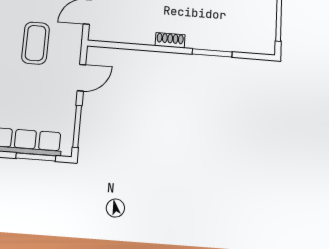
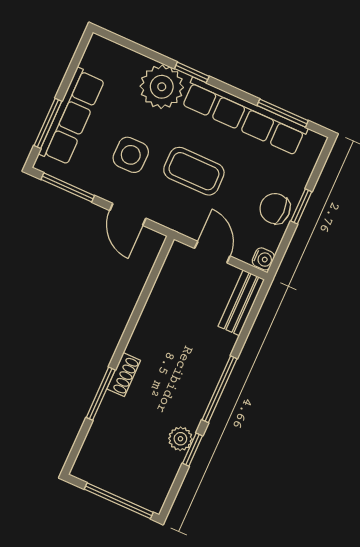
shoe rack: (170, 40) -> (124, 375), moved
side table: (39, 90) -> (131, 155), added

